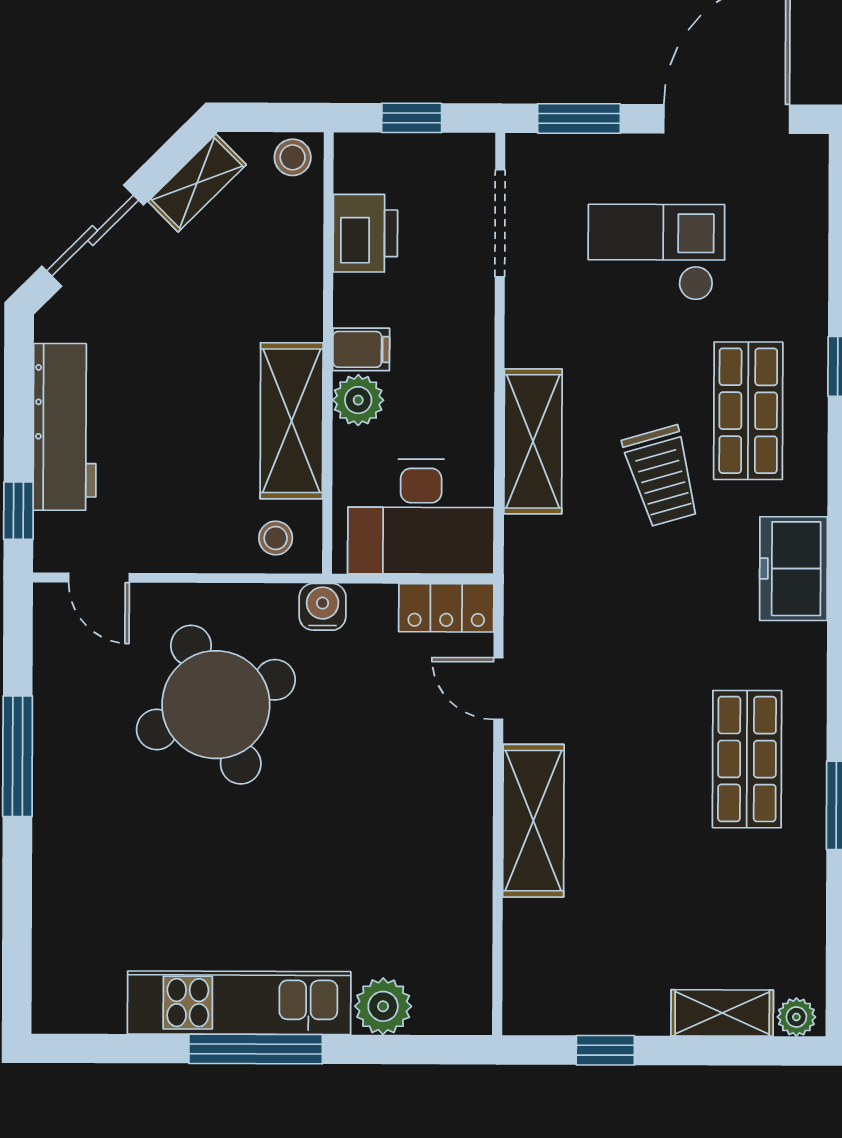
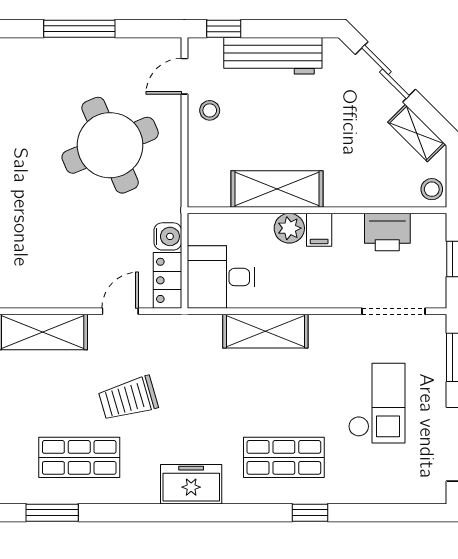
trolley: (662, 476) -> (128, 399), moved
desk: (421, 517) -> (221, 277), width x0.73
stool: (276, 538) -> (210, 110), moved
water cooler: (323, 607) -> (168, 236), moved

